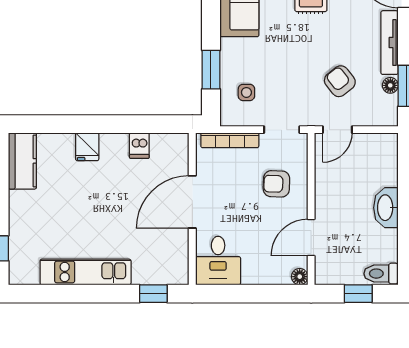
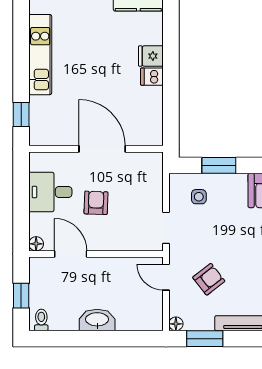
floor lamp: (390, 85) -> (176, 324), moved
bookcase: (230, 140) -> (157, 182), removed
dishwasher: (139, 146) -> (152, 77), moved
armchair: (276, 184) -> (96, 203), moved
desk: (218, 261) -> (50, 192), moved
toilet: (381, 274) -> (41, 320), width x0.73, depth x0.72

